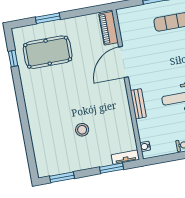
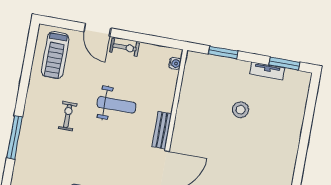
bench: (138, 104) -> (162, 130), moved
tv unit: (125, 157) -> (267, 71), moved

